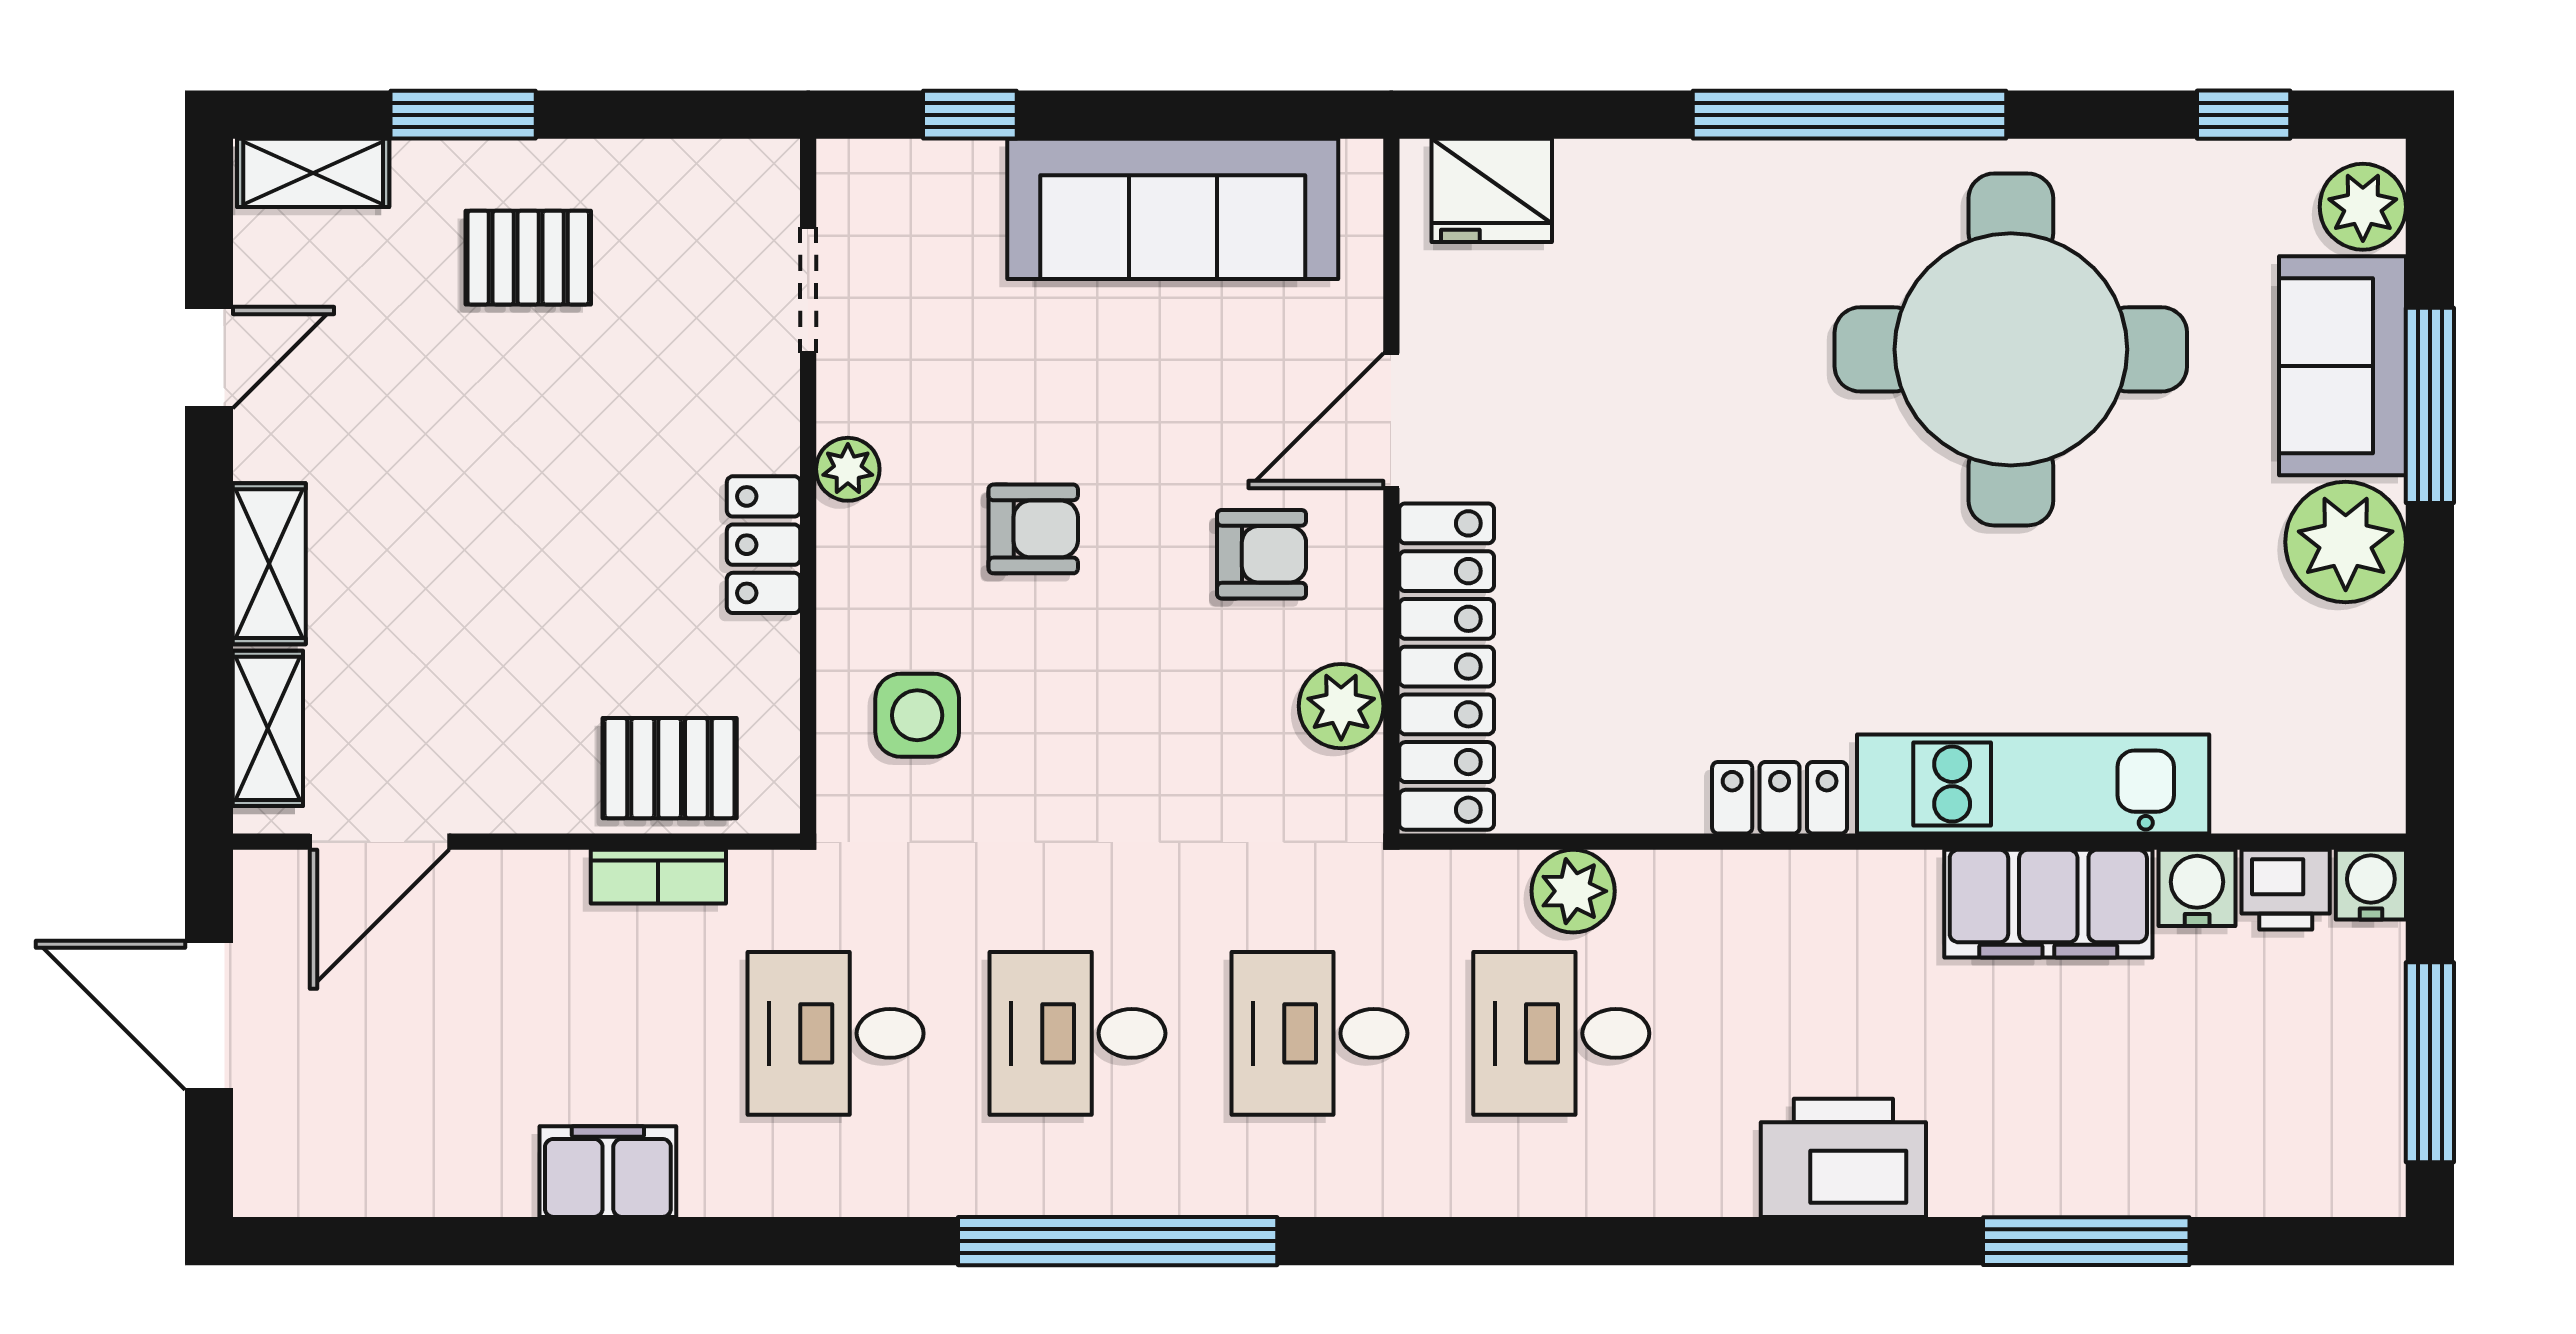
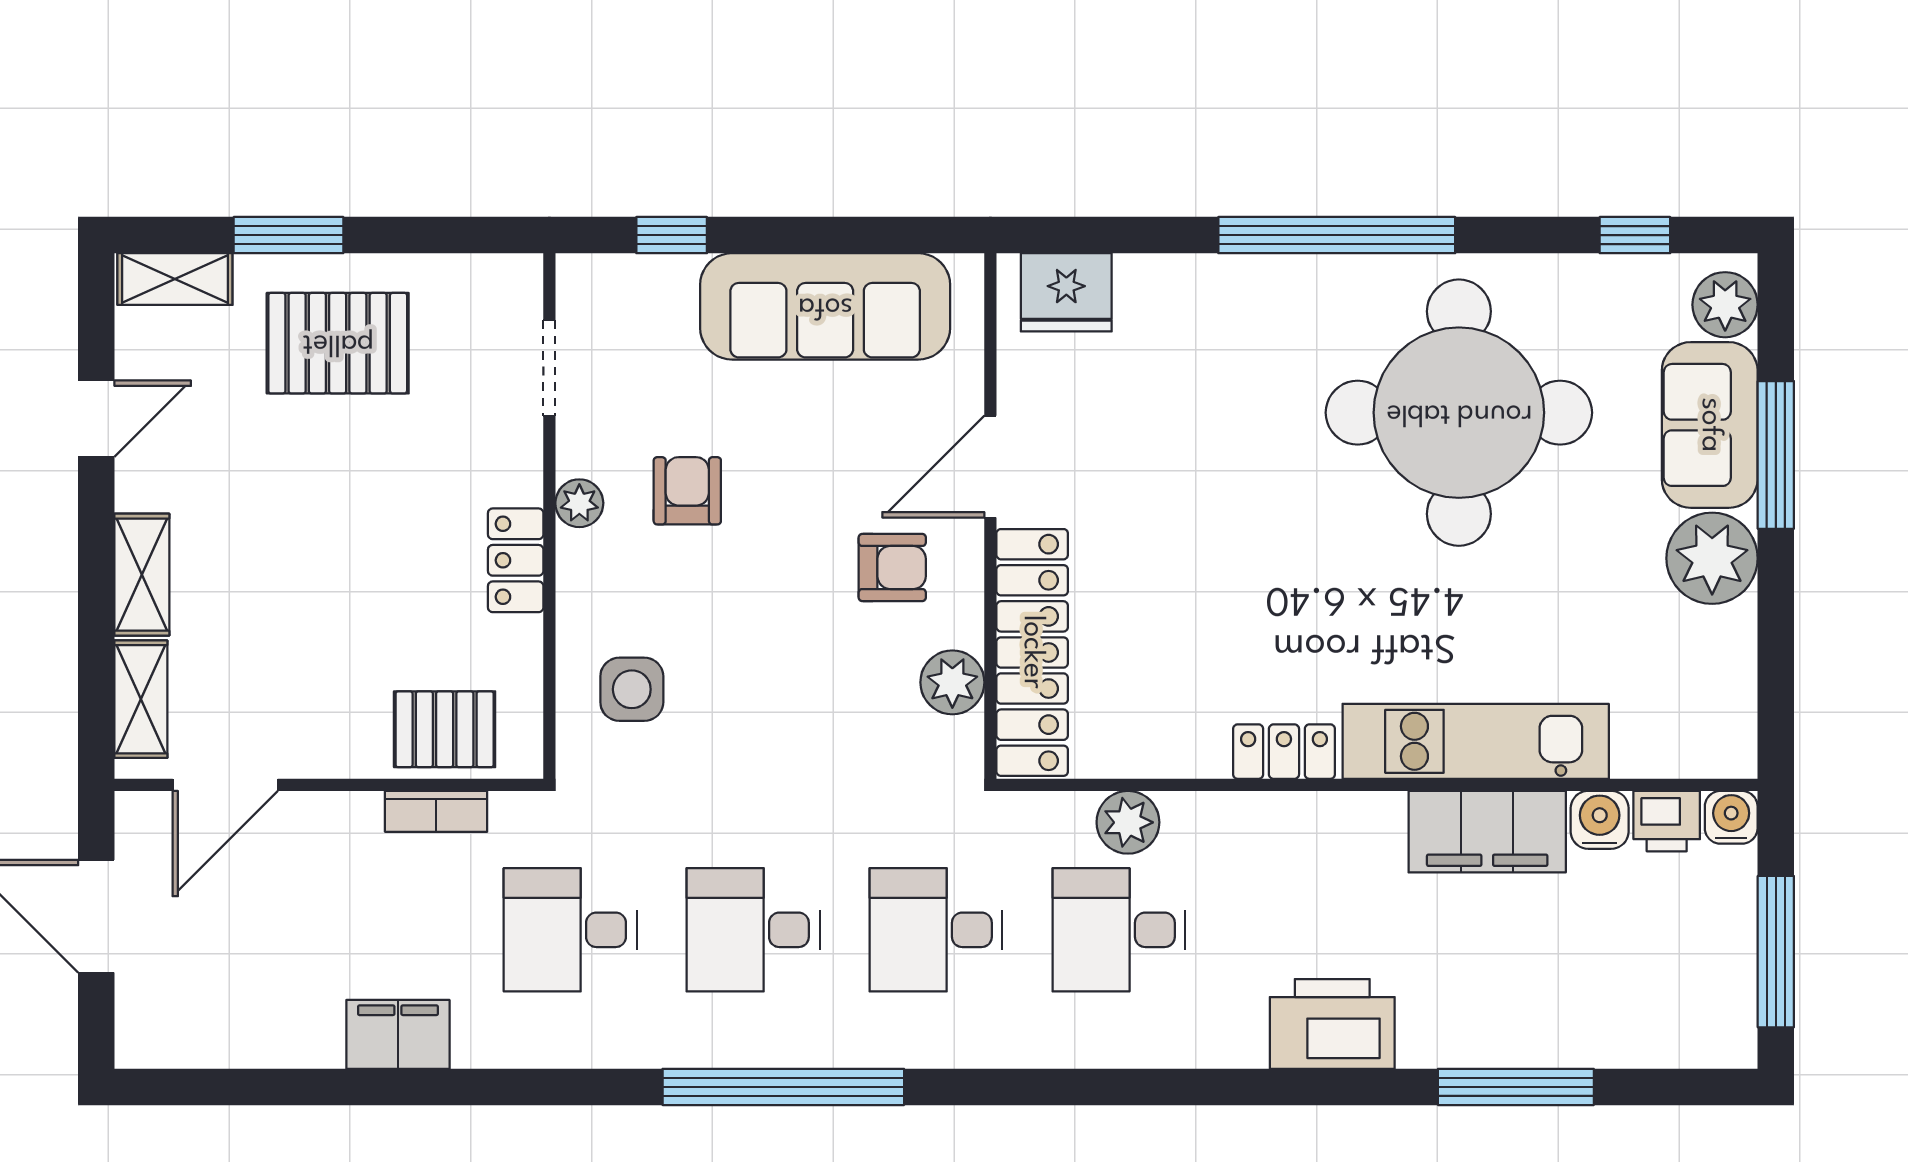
pallet: (528, 258) -> (338, 343), width x1.50, depth x1.42
armchair: (1033, 529) -> (687, 491), moved, turned -90

